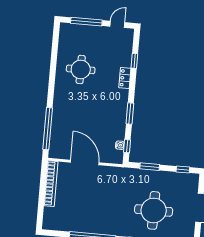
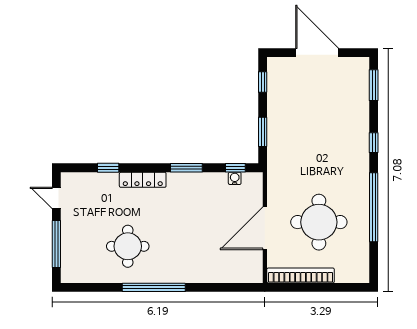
locker: (125, 78) -> (143, 180), width x1.53
window: (48, 129) -> (154, 287), moved
round table: (154, 210) -> (319, 222), moved

